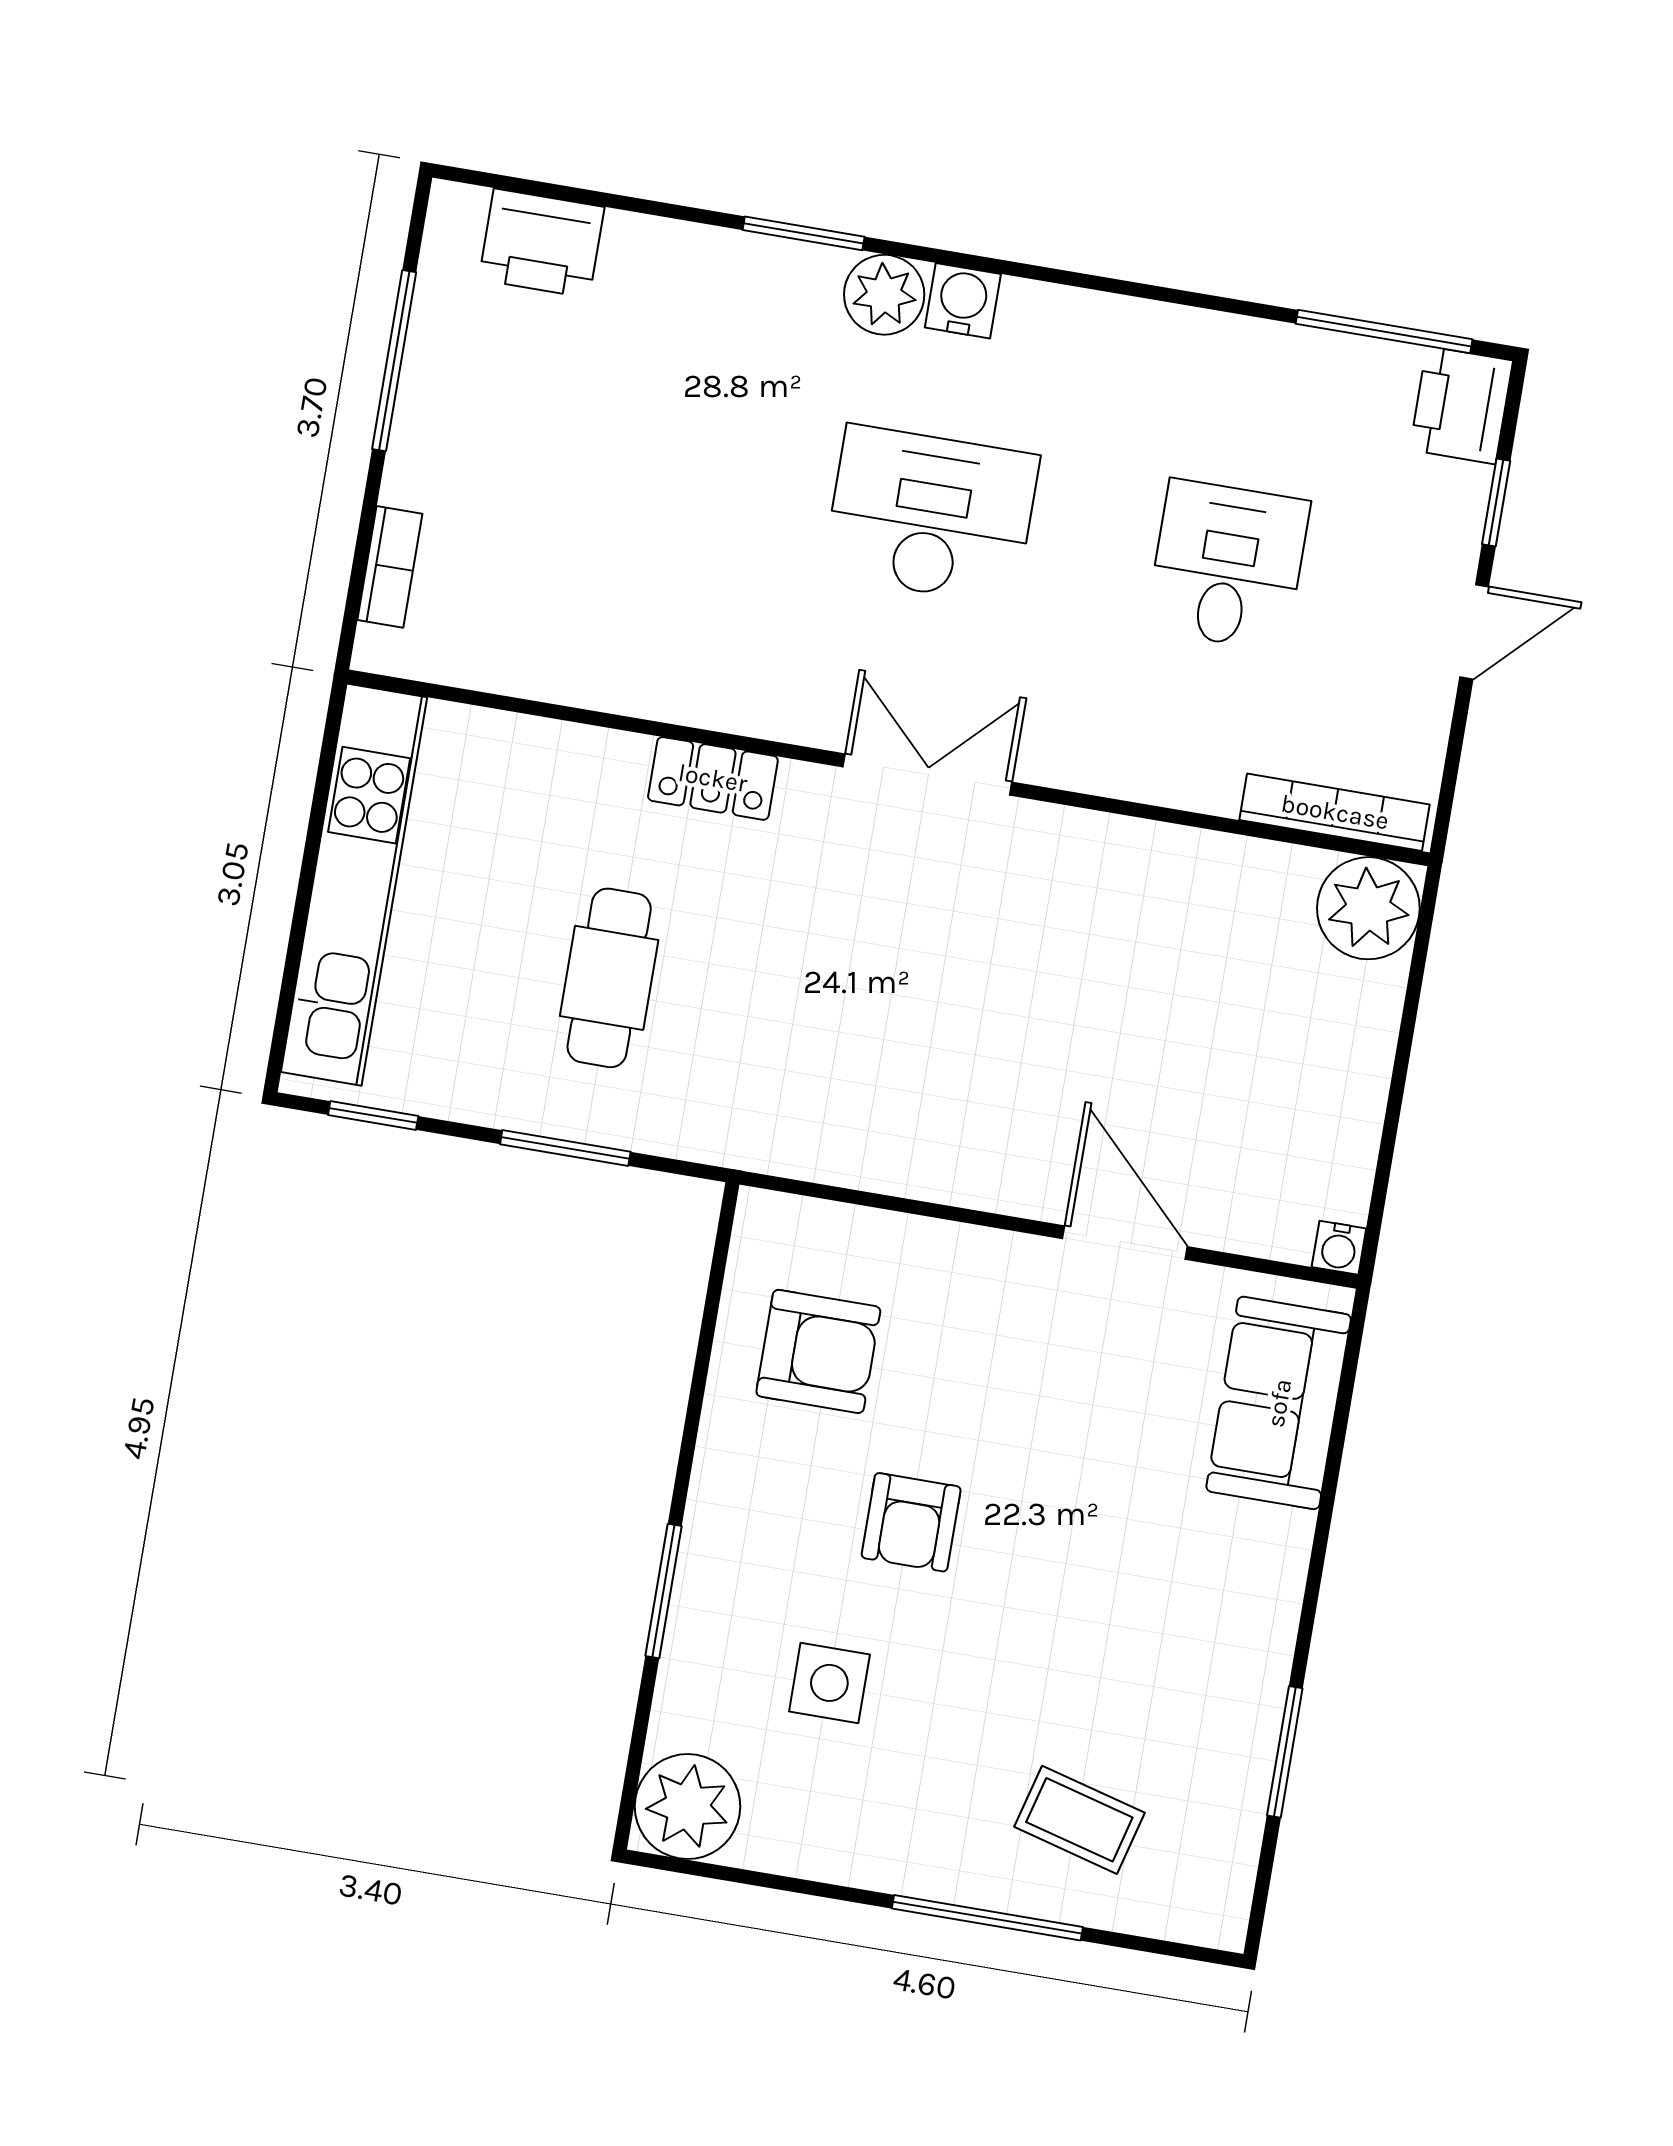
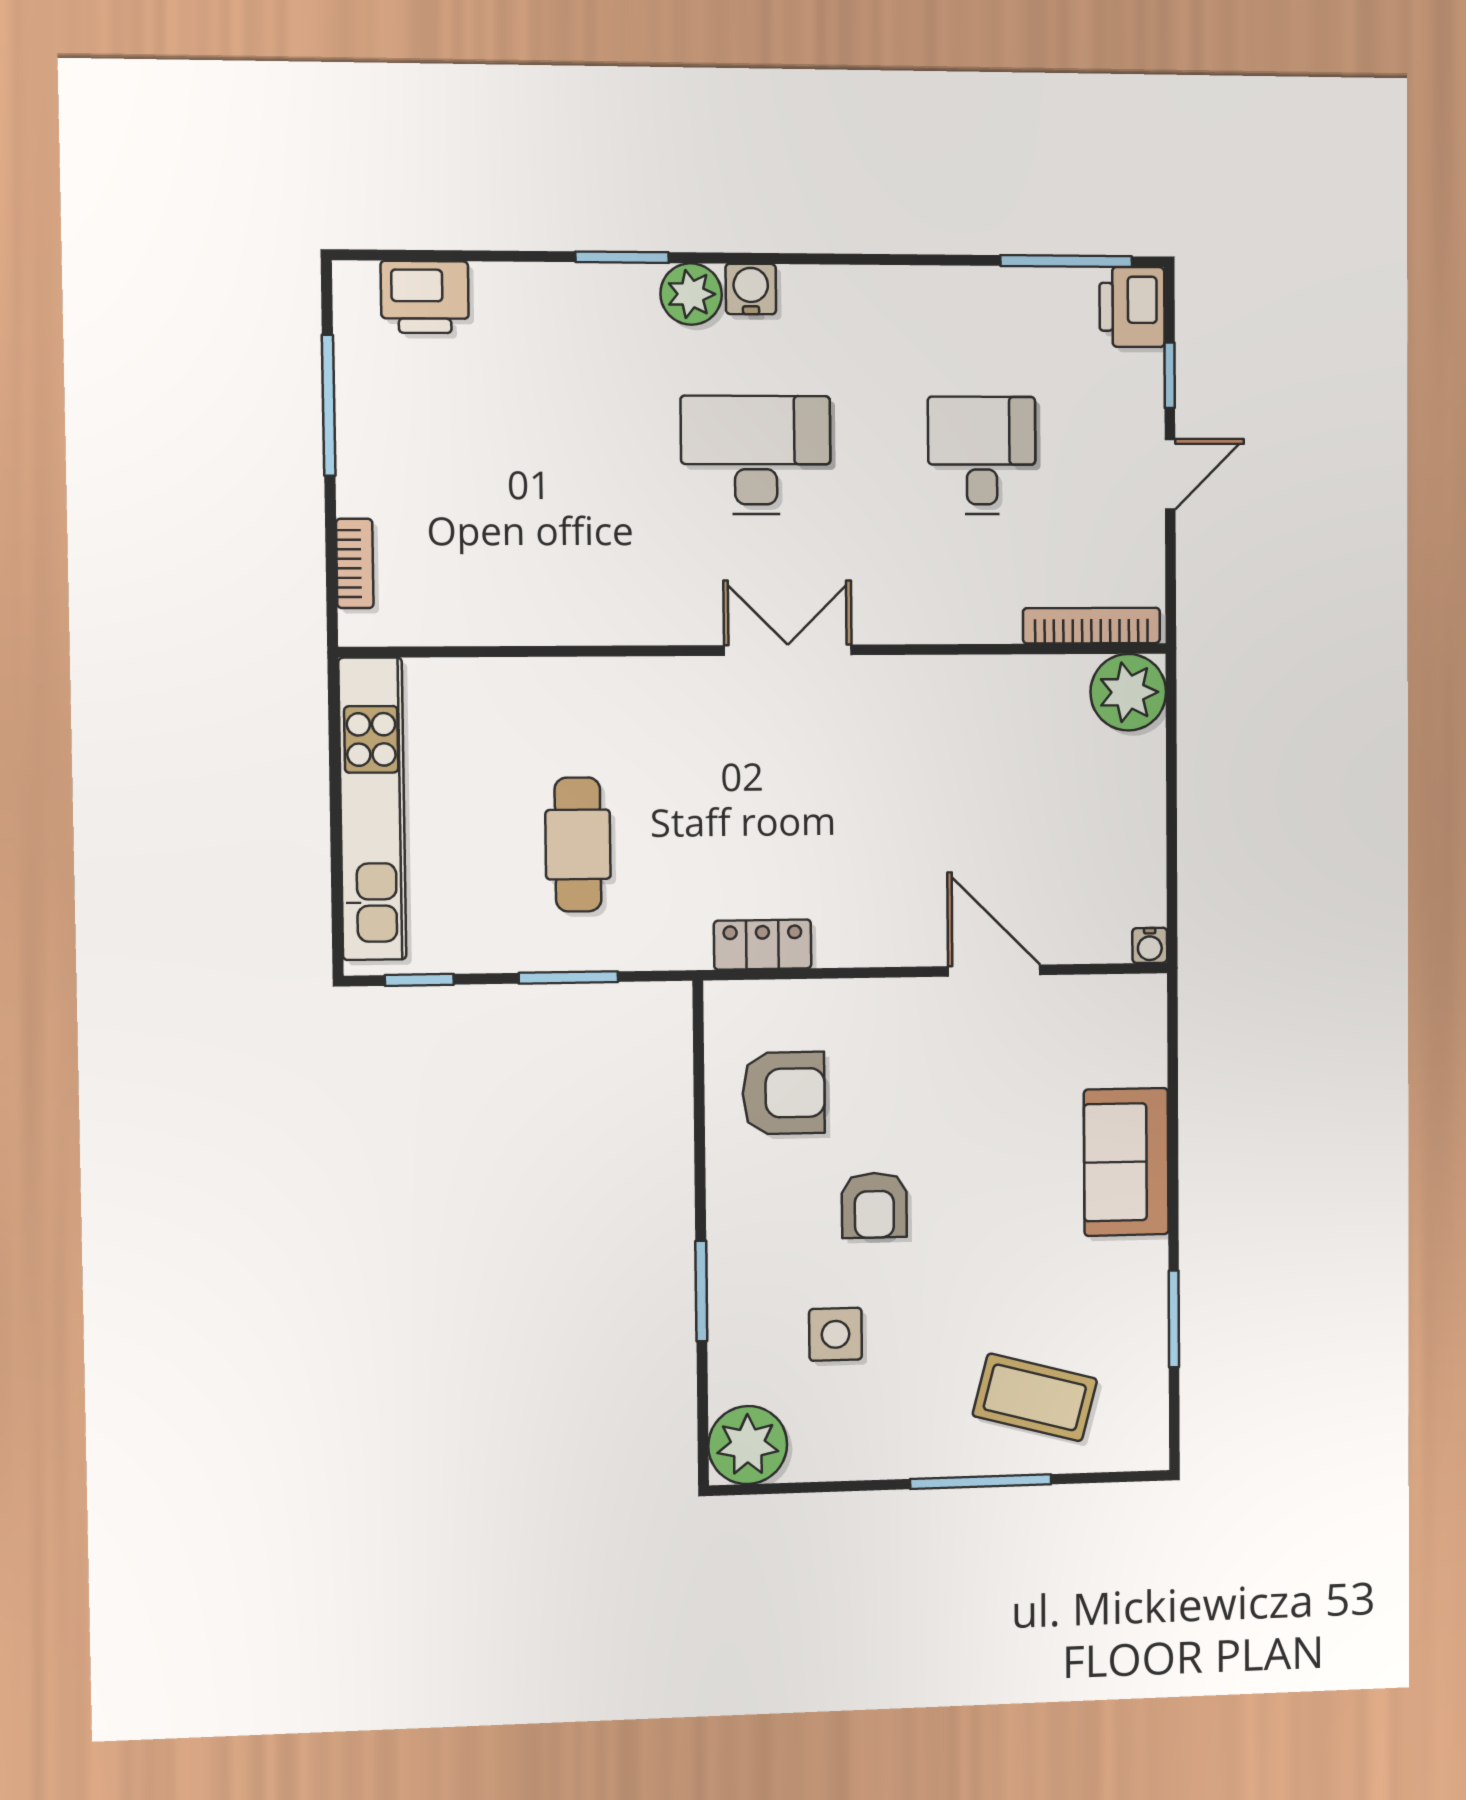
locker: (713, 778) -> (763, 945), moved, turned 180
sofa: (1279, 1403) -> (1126, 1162), moved
coffee table: (1079, 1820) -> (1035, 1397), width x1.36, depth x1.30

